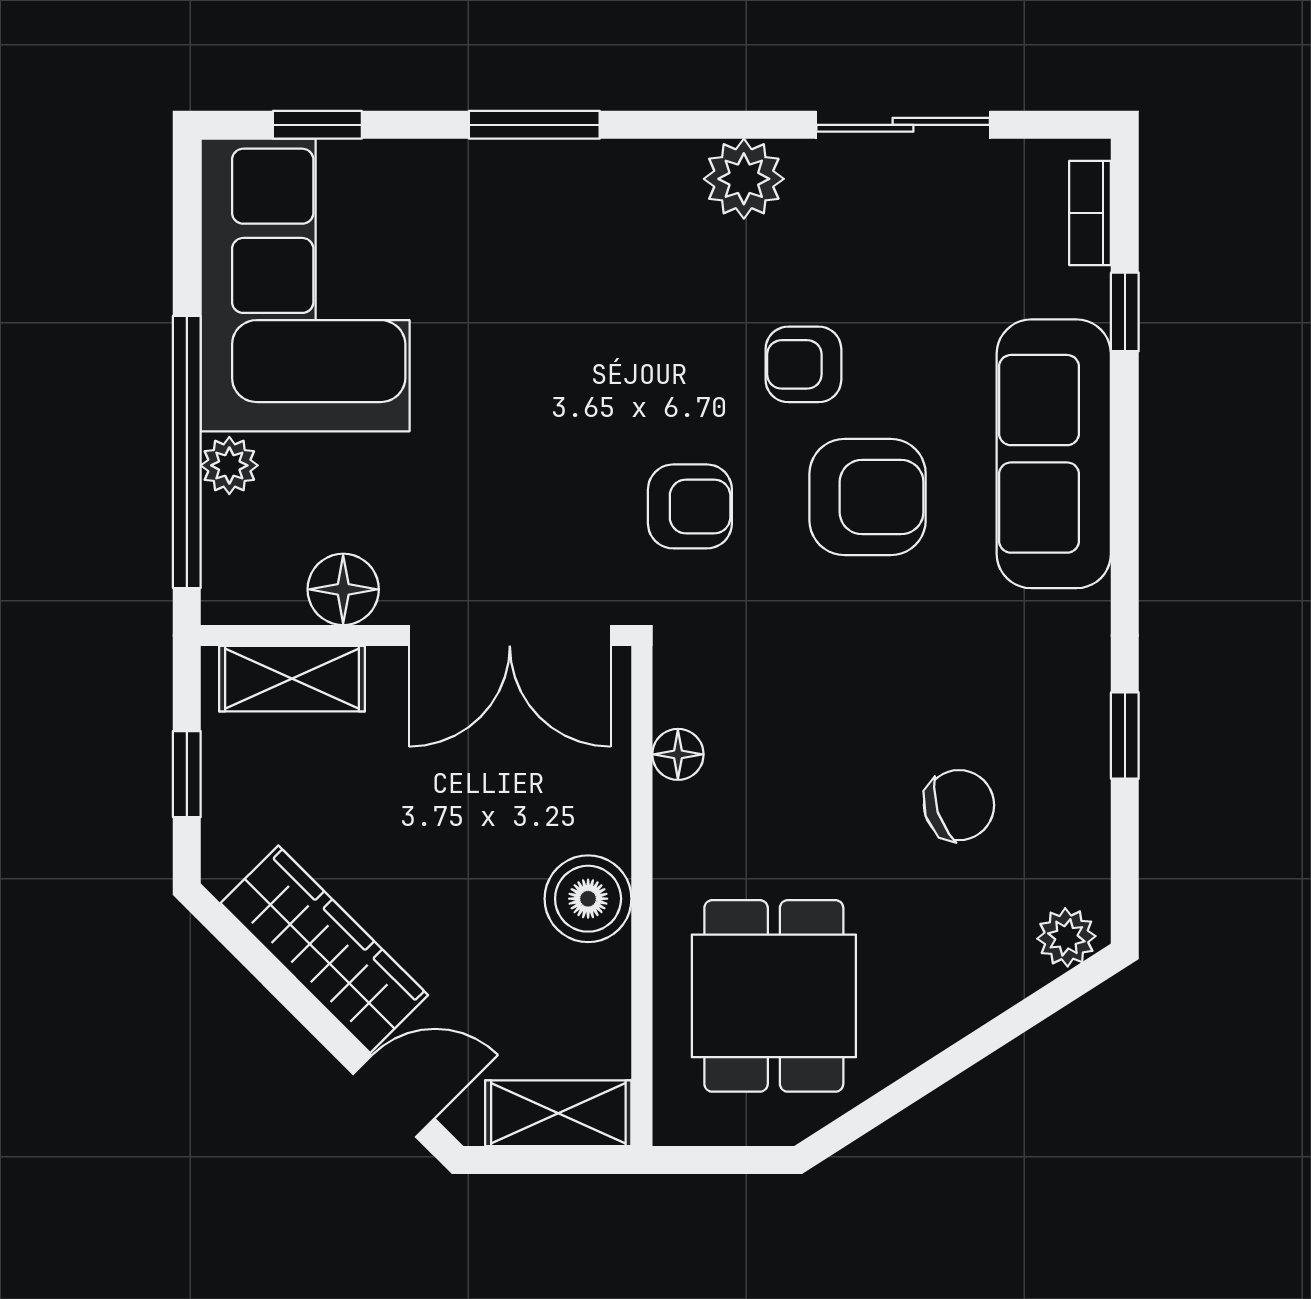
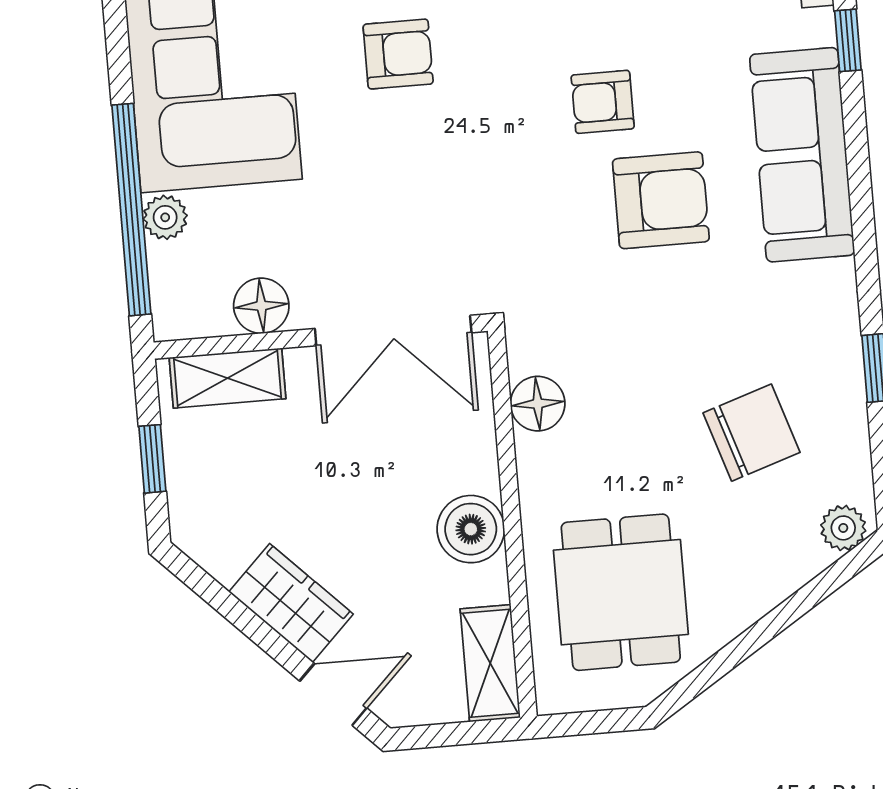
armchair: (690, 506) -> (398, 54), moved
floor lamp: (678, 754) -> (538, 404), width x1.37, depth x1.37
chair: (959, 805) -> (752, 433), width x1.37, depth x1.37
wardrobe: (324, 949) -> (291, 603), width x0.67
shelving: (558, 1113) -> (490, 663), moved, turned 90

